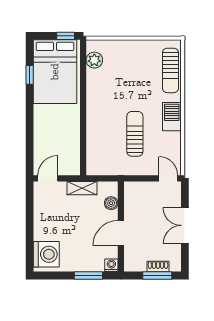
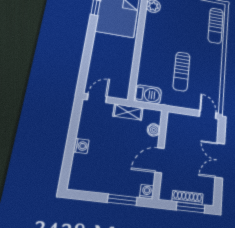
barbecue: (172, 117) -> (148, 94), moved, turned 90
sun lounger: (135, 134) -> (182, 71), turned 180
washing machine: (46, 254) -> (81, 146), moved, width x0.53, depth x0.53
shoe rack: (158, 266) -> (187, 198), width x1.43

